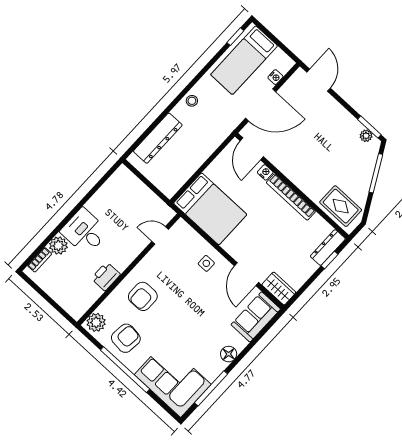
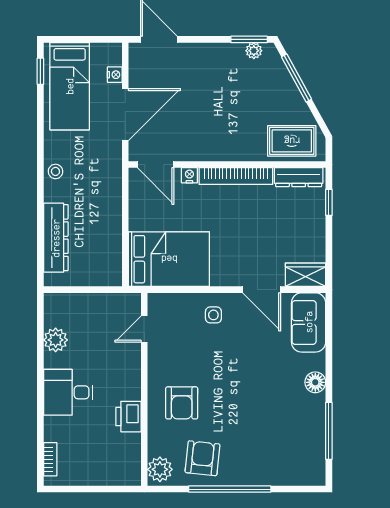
plant: (58, 246) -> (56, 340), moved
dresser: (328, 248) -> (299, 177), moved, turned -90
corner sofa: (173, 379) -> (284, 456), removed

